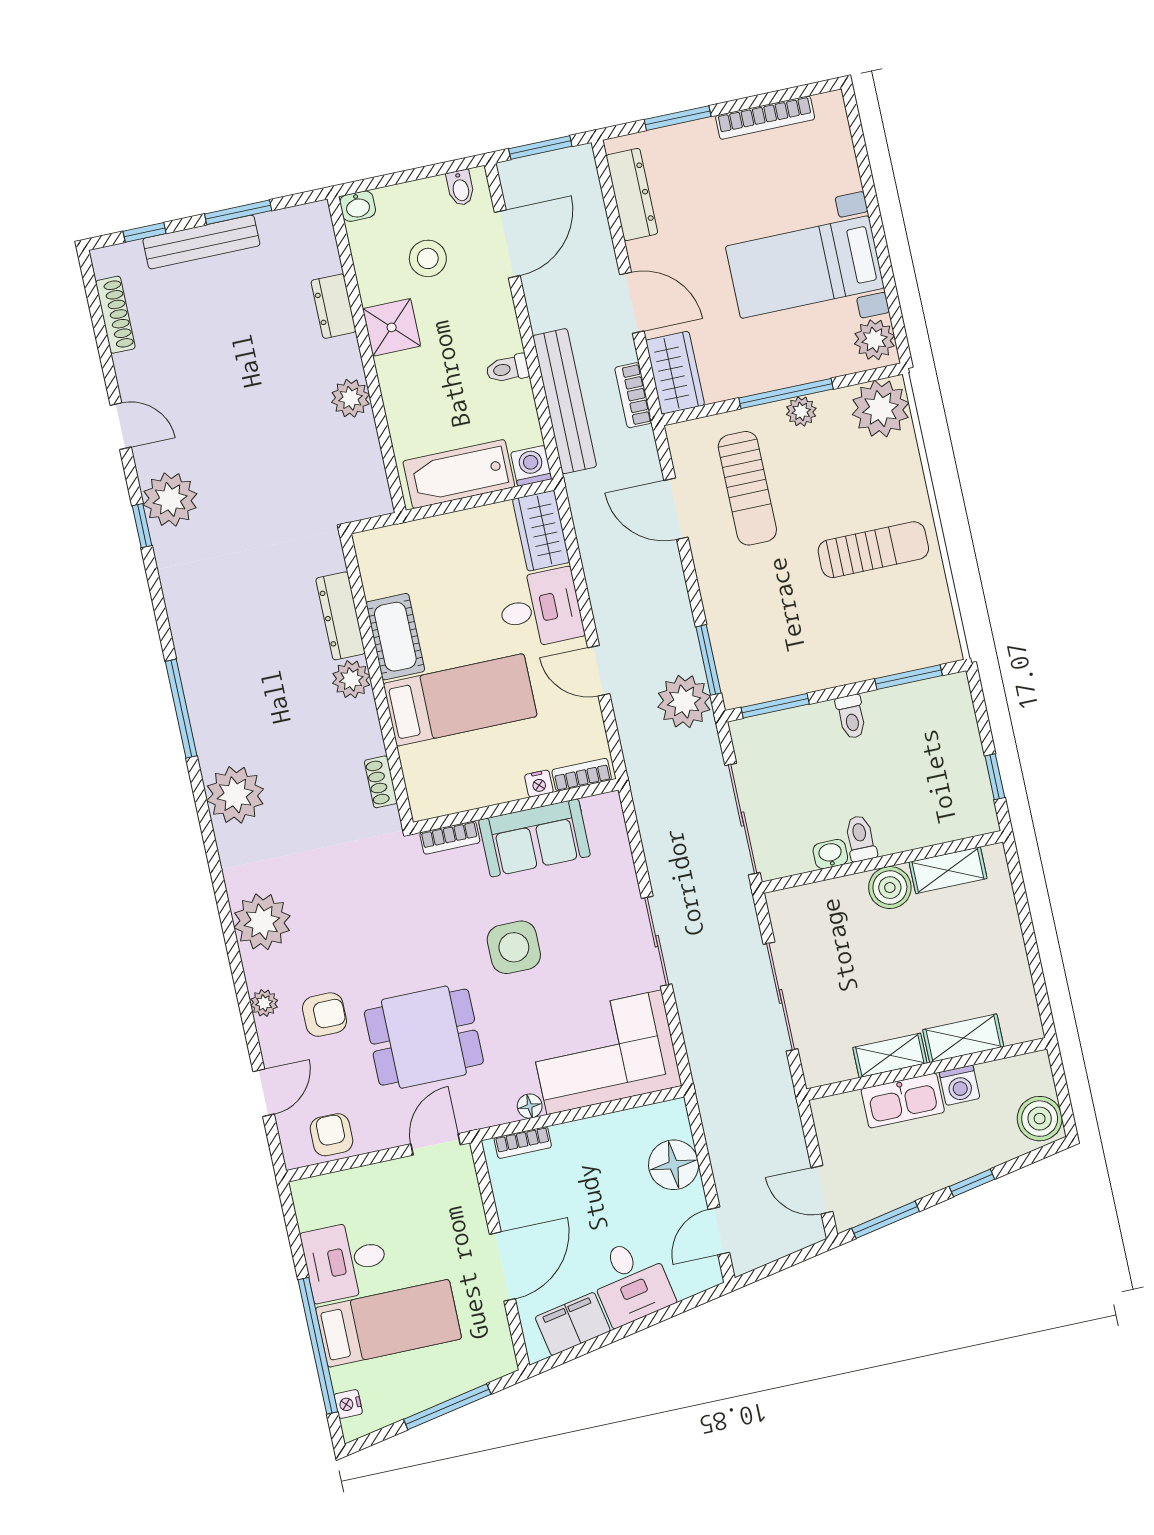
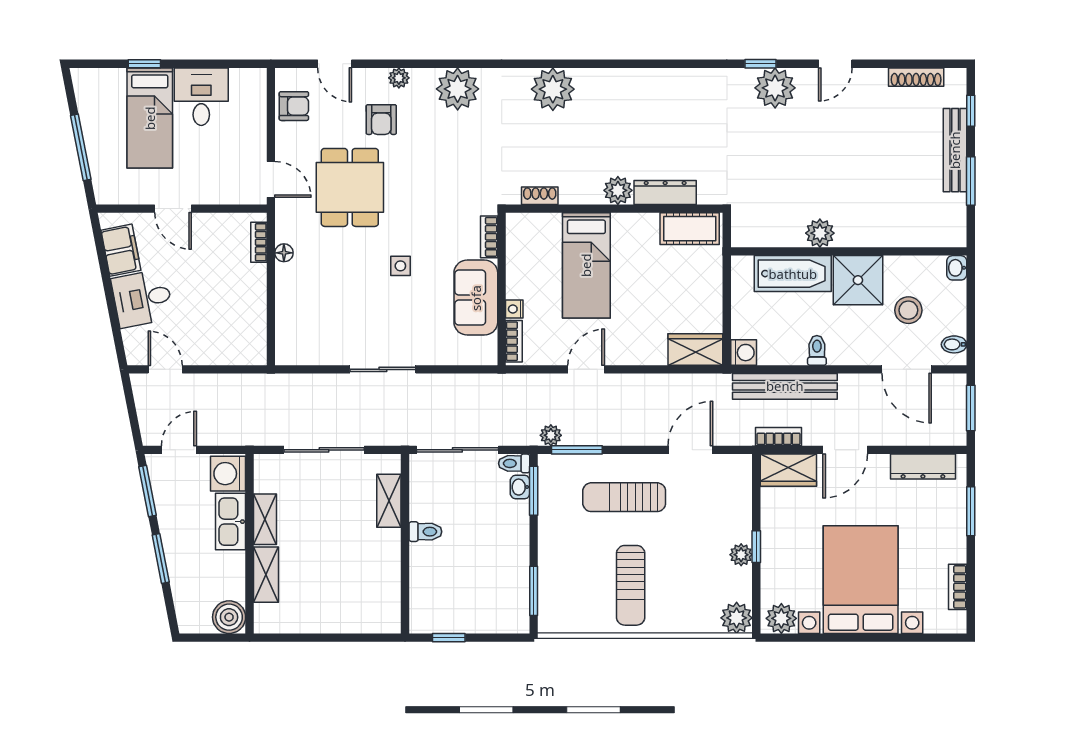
bookcase: (765, 118) -> (958, 587), width x0.64
bed with nightstands: (805, 267) -> (861, 580), width x1.36
dresser: (333, 306) -> (889, 235), removed
shower: (392, 327) -> (858, 280), width x1.36, depth x1.36
window: (786, 394) -> (756, 547), width x0.46
plant: (881, 409) -> (737, 618), width x0.73, depth x0.73
bathtub: (459, 474) -> (793, 274), moved, turned 90
sun lounger: (747, 488) -> (624, 497), moved
desk: (540, 609) -> (640, 337), removed
cot: (395, 637) -> (690, 229), moved
plant: (684, 701) -> (551, 435), width x0.53, depth x0.53
window: (181, 709) -> (623, 64), removed
toilet: (851, 717) -> (514, 463), moved
washbasin: (830, 854) -> (520, 487), moved, turned 180
shelving: (948, 870) -> (389, 501), moved
boiler: (890, 888) -> (385, 545), removed
side table: (514, 947) -> (400, 266), width x0.54, depth x0.54
corner sofa: (604, 1052) -> (311, 315), removed
washing machine: (960, 1085) -> (228, 474), moved, width x1.38, depth x1.38
boiler: (1040, 1119) -> (229, 617), moved
floor lamp: (674, 1165) -> (220, 347), removed
window: (972, 1183) -> (161, 559), width x1.50
door: (502, 1266) -> (173, 209), width x0.73
window: (318, 1346) -> (144, 64), width x0.32
nightstand: (348, 1404) -> (98, 77), removed

